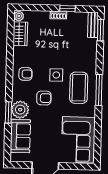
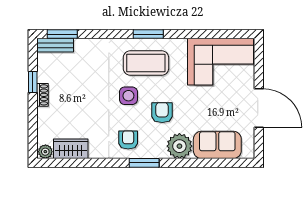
window: (99, 90) -> (148, 34), width x0.69
window: (8, 112) -> (144, 163), moved

